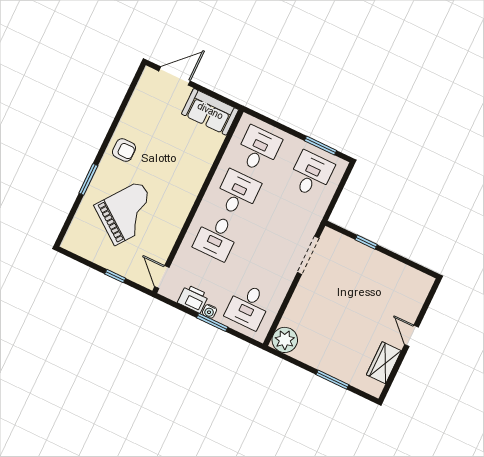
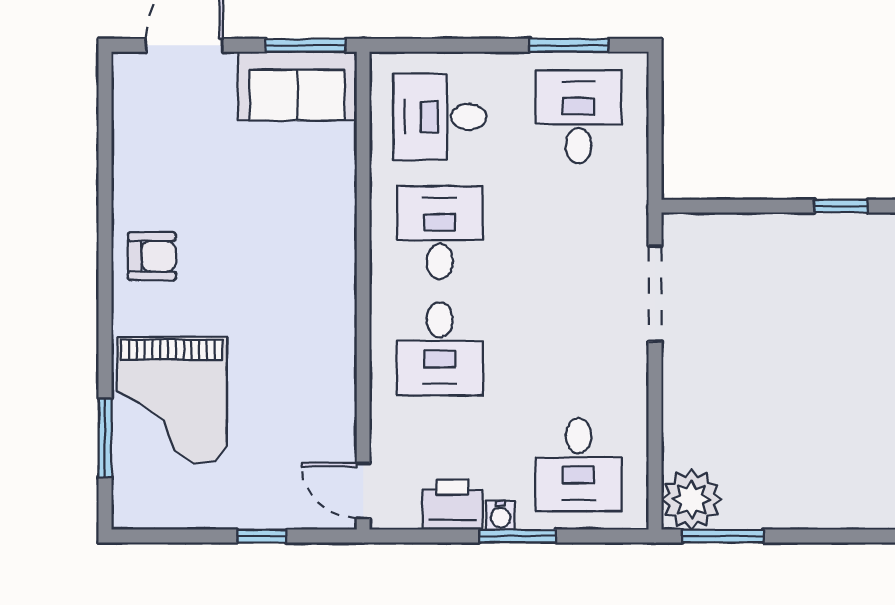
window: (221, 98) -> (306, 45), added
desk: (258, 149) -> (440, 117), turned -90
window: (88, 179) -> (105, 438), moved
grand piano: (128, 213) -> (172, 400), moved, turned 143
window: (366, 242) -> (841, 206), moved
window: (332, 380) -> (723, 536), moved

